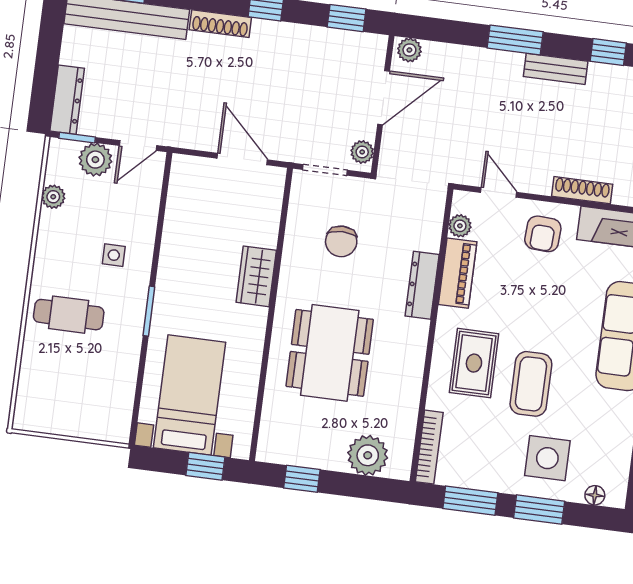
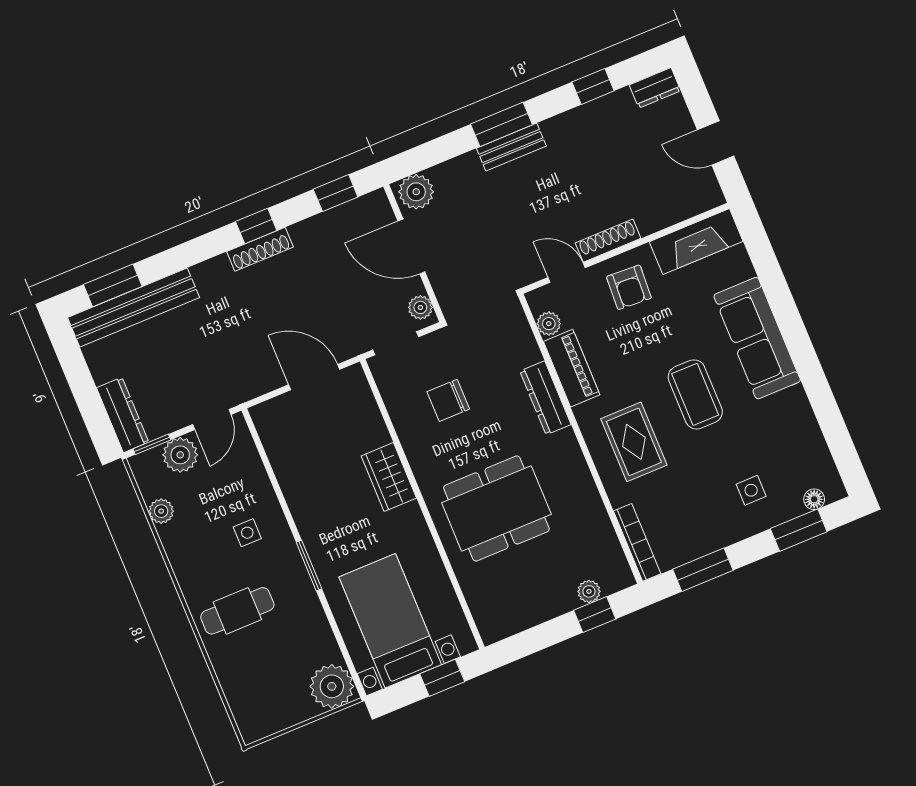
shoe rack: (220, 24) -> (260, 249), moved
plant: (409, 50) -> (416, 192), width x1.38, depth x1.38
bench: (556, 69) -> (511, 147), moved
door: (384, 98) -> (411, 246), swing flipped
shoe rack: (582, 190) -> (608, 241), moved
chair: (341, 241) -> (448, 400), turned 90
dining table: (330, 353) -> (496, 508), turned 90
coffee table: (531, 384) -> (695, 394), moved
plant: (111, 421) -> (332, 686), added
plant: (368, 455) -> (589, 591), width x0.53, depth x0.53
side table: (547, 458) -> (751, 490), width x0.54, depth x0.54
window: (302, 479) -> (595, 615), moved
window: (539, 510) -> (799, 530), moved

